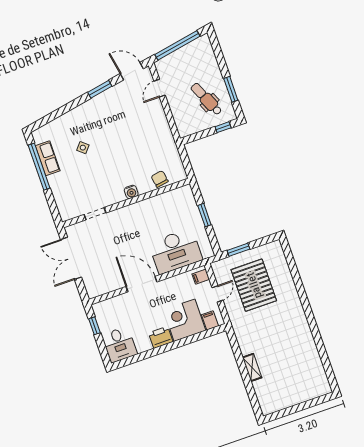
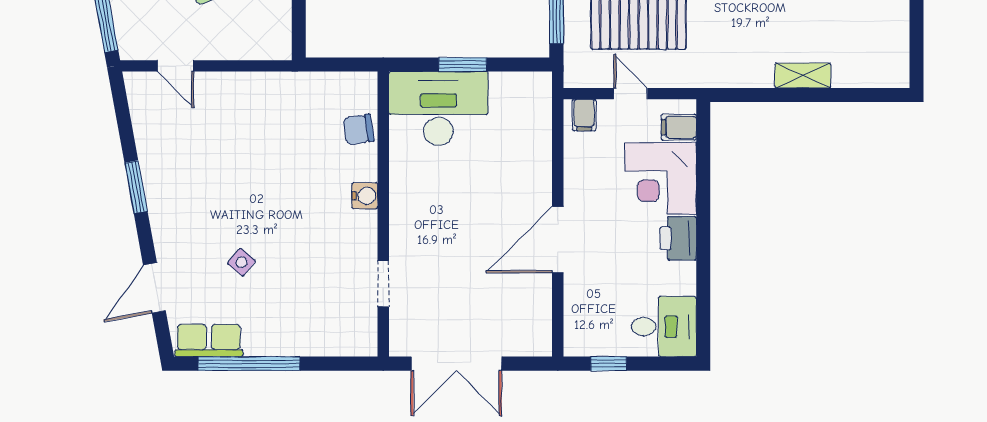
door: (132, 71) -> (154, 288), moved
row of seats: (48, 158) -> (209, 340), moved
desk: (176, 251) -> (438, 109), moved, turned -90

